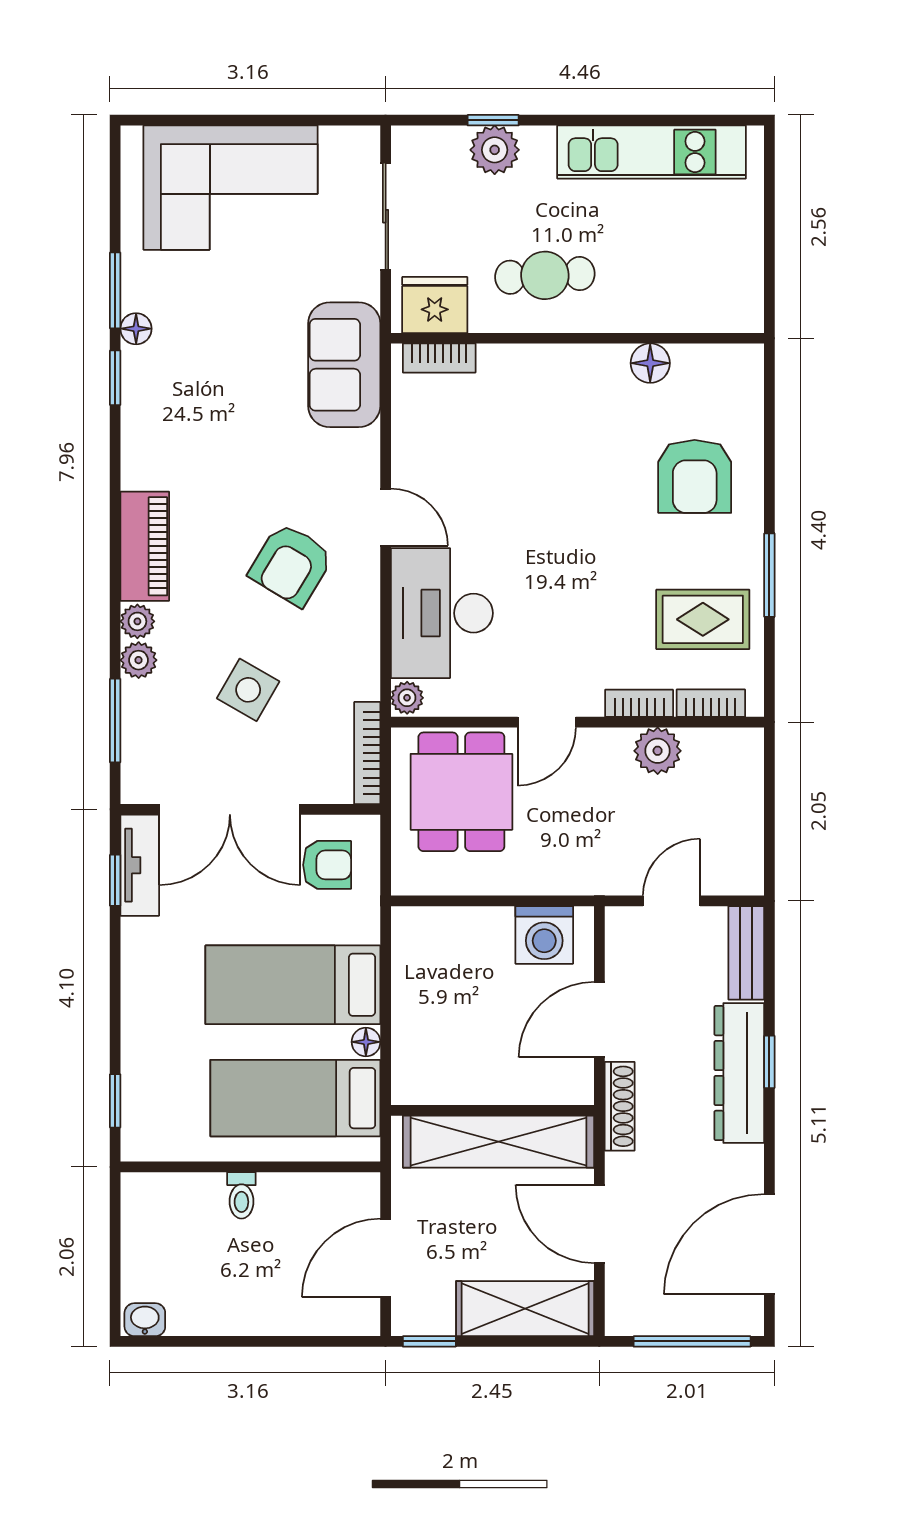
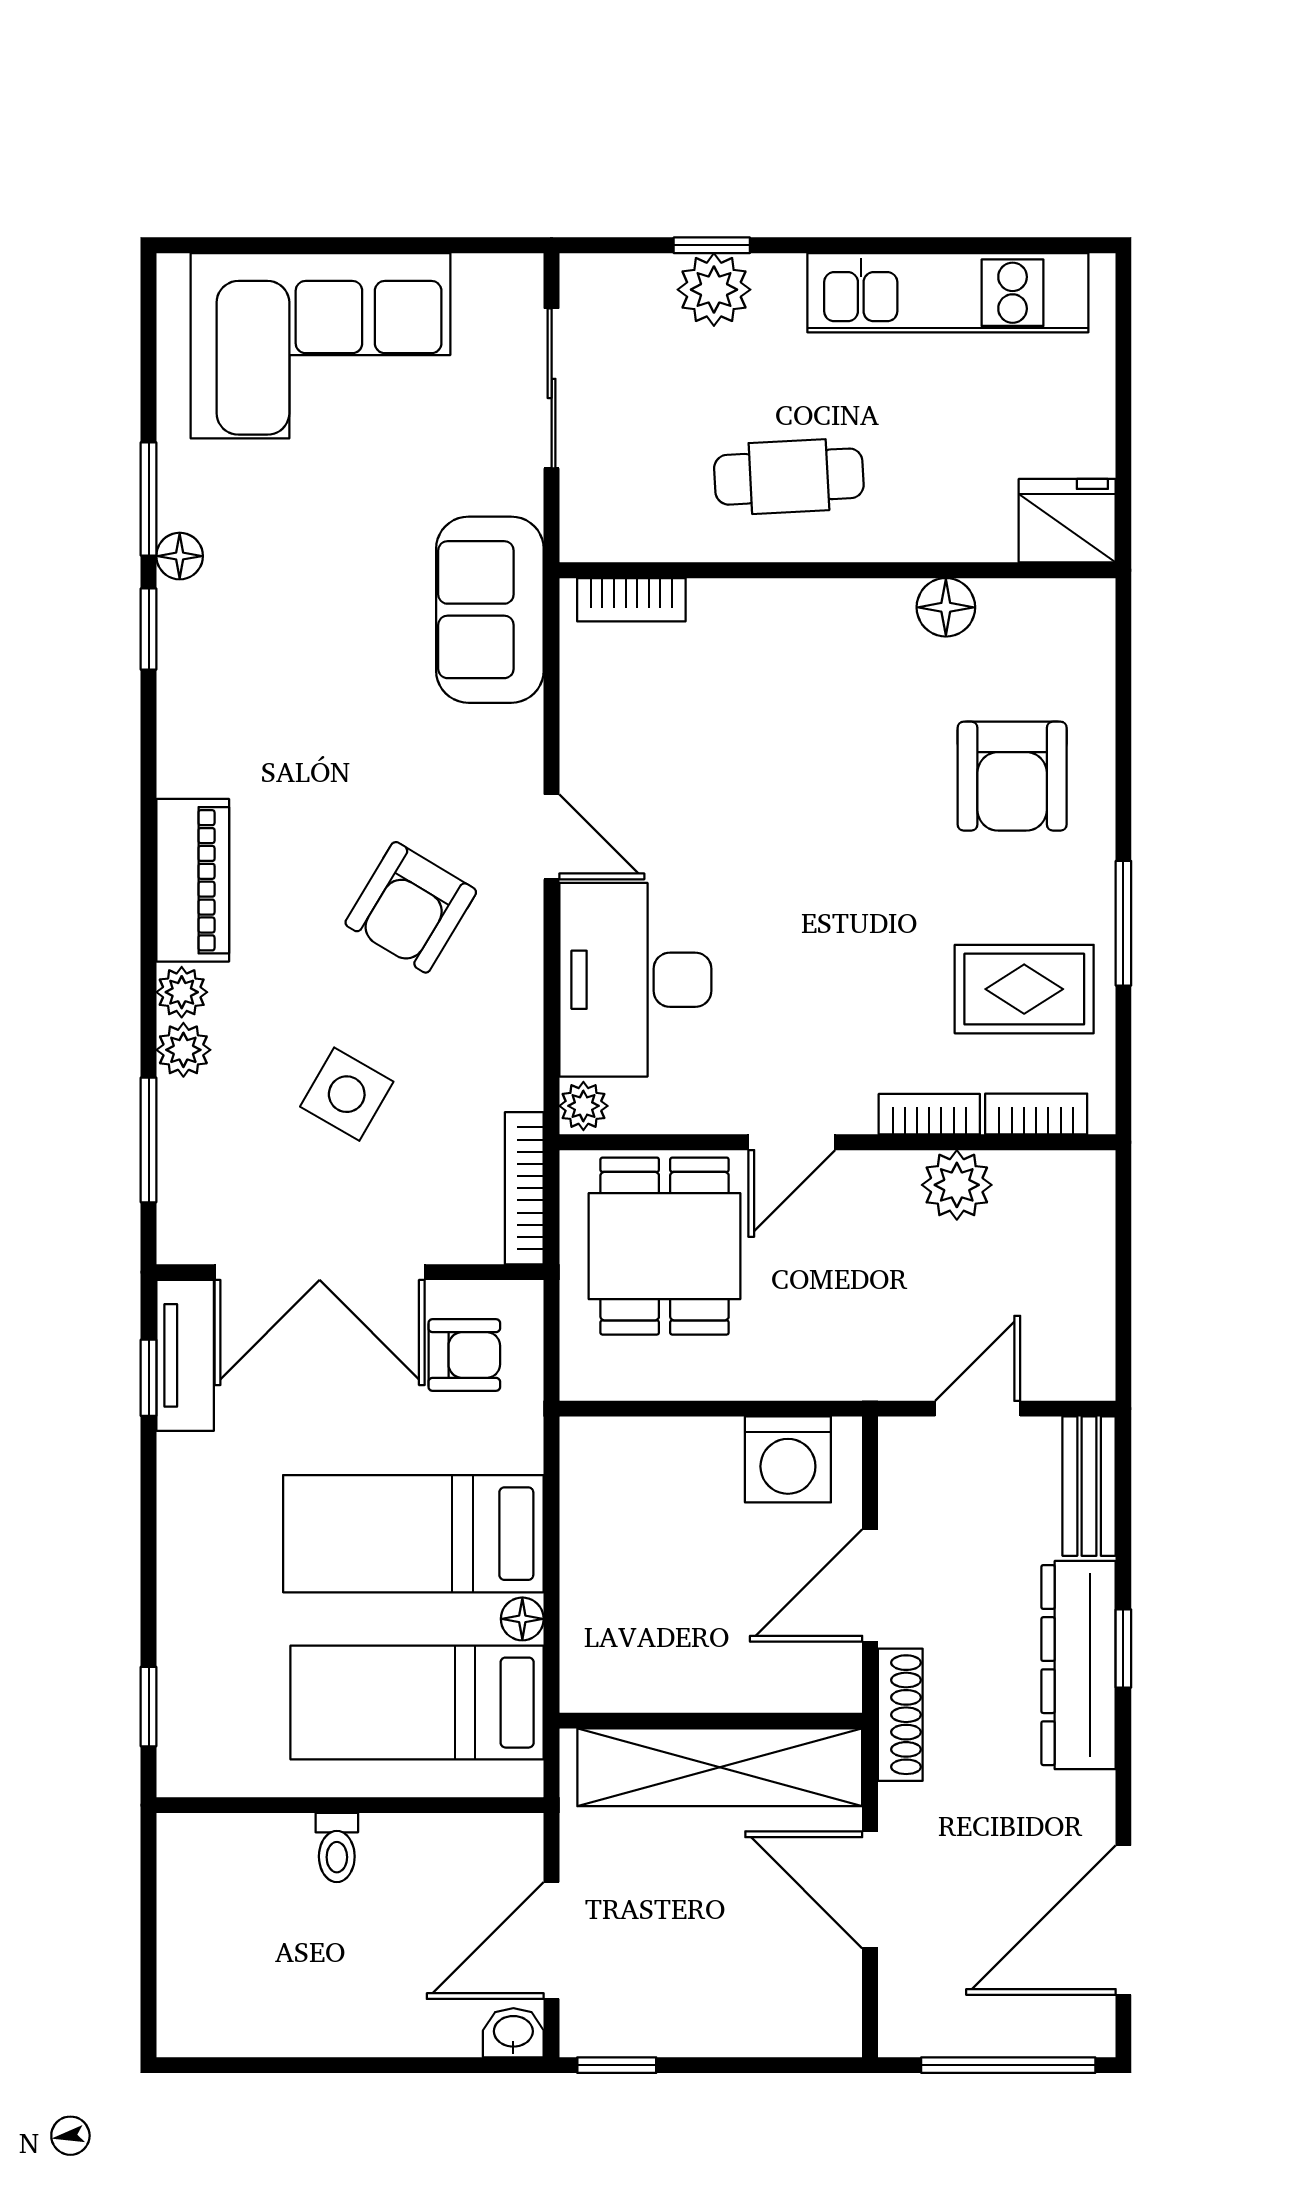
fridge: (435, 305) -> (1067, 521), moved
shelving: (525, 1309) -> (759, 2016), removed
washbasin: (145, 1320) -> (513, 2033), moved

